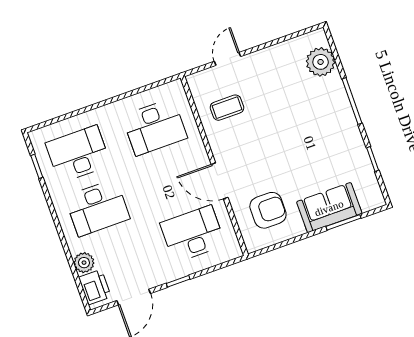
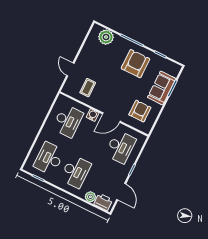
armchair: (326, 138) -> (135, 64), added
water cooler: (197, 152) -> (93, 115), added
desk: (193, 234) -> (120, 147), turned 180

